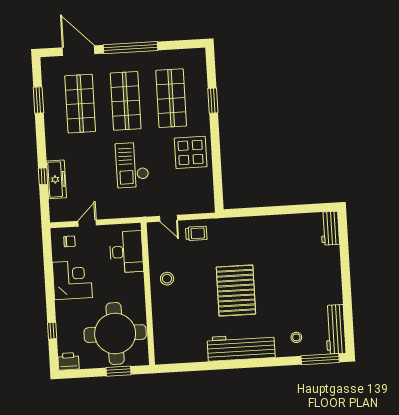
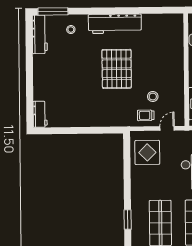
display table: (191, 152) -> (147, 152), moved
door: (169, 218) -> (167, 128), hinge flipped
stool: (167, 279) -> (153, 97), moved

